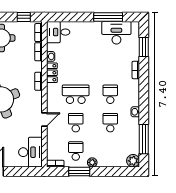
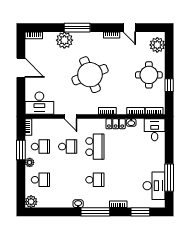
window: (24, 17) -> (169, 85), moved
school desk: (110, 123) -> (40, 180), moved
window: (144, 139) -> (95, 212), moved

